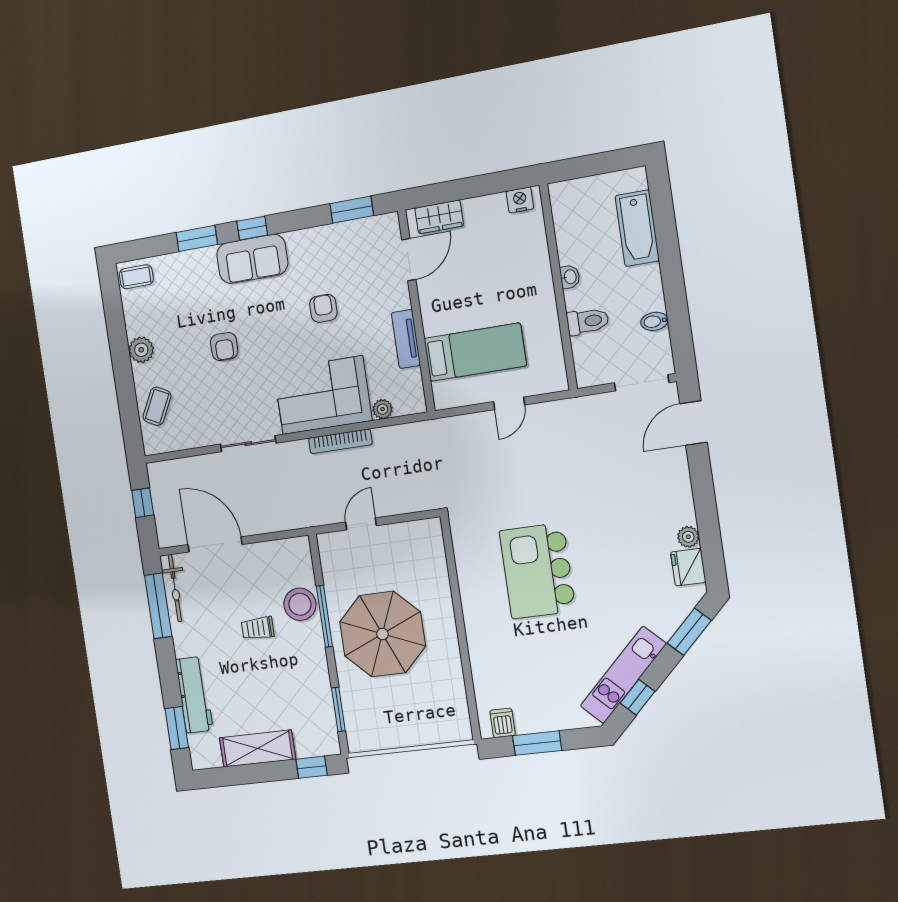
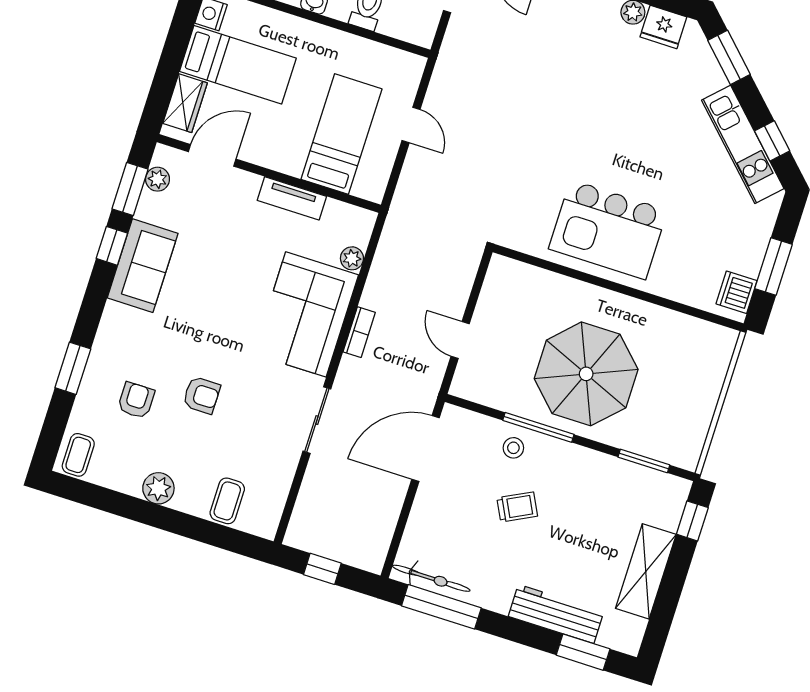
plant: (370, 227) -> (157, 179), added
window: (252, 228) -> (112, 246), moved
bed: (490, 242) -> (238, 65), added
sofa: (252, 259) -> (143, 266), moved
door: (409, 260) -> (212, 155), hinge flipped
armchair: (323, 308) -> (136, 400), moved, turned 90
coffee table: (157, 406) -> (227, 501), turned 63
bookcase: (340, 441) -> (359, 332), width x0.64
door: (215, 544) -> (425, 448), moved
kitchen island: (537, 571) -> (608, 230), moved
stool: (300, 604) -> (513, 448), width x0.53, depth x0.53
trolley: (258, 628) -> (517, 507), turned -117
dishwasher: (503, 723) -> (737, 292), width x1.38

